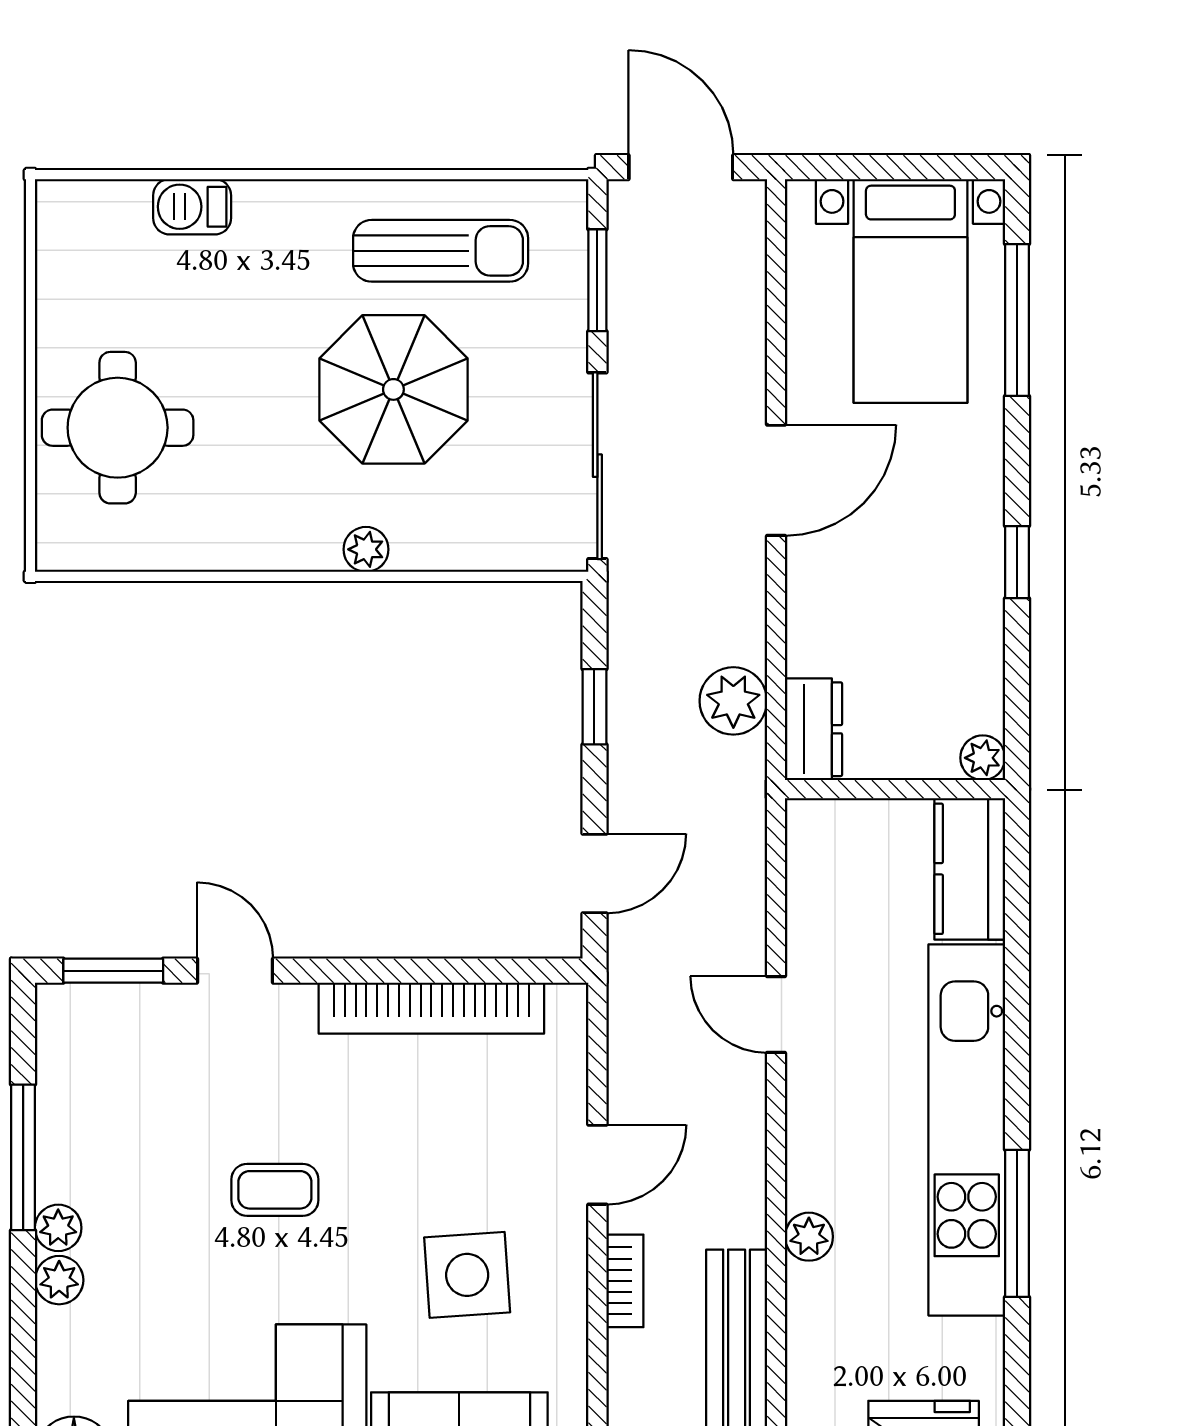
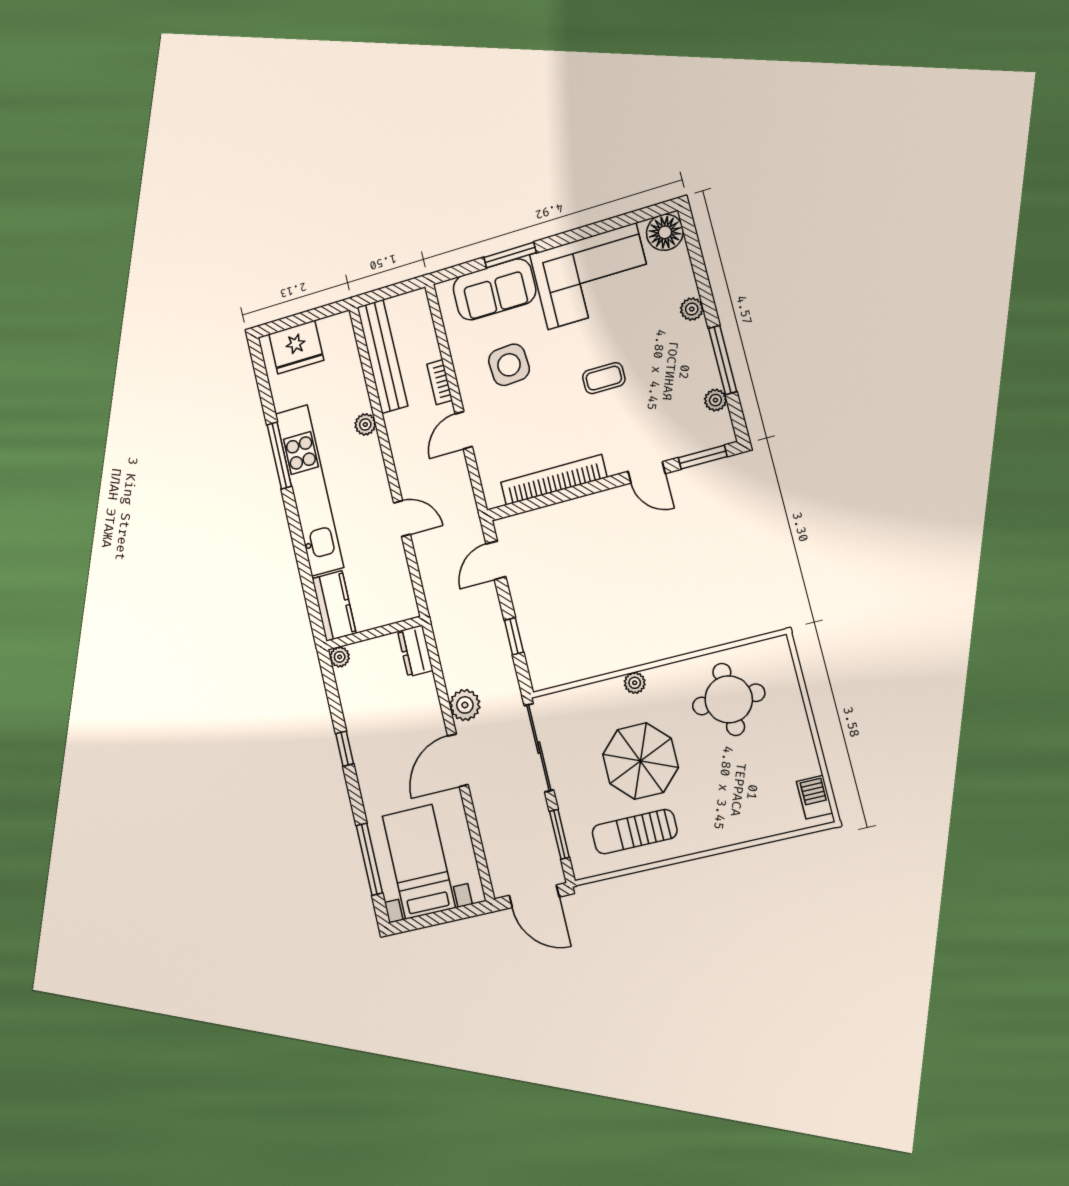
barbecue: (192, 207) -> (815, 797), moved, turned -90
round table: (118, 428) -> (729, 699), moved
plant: (733, 701) -> (465, 705), moved
plant: (58, 1228) -> (715, 400), moved

